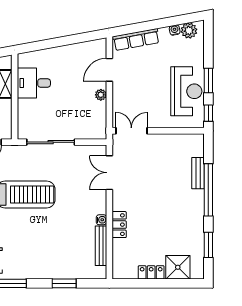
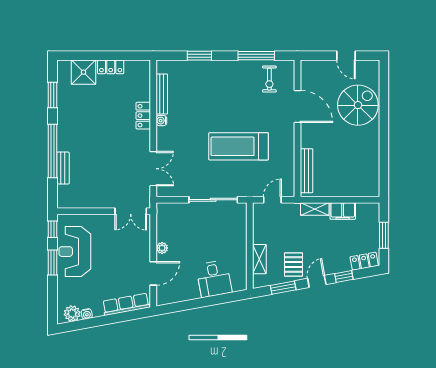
desk: (34, 83) -> (214, 279), moved, turned 80

